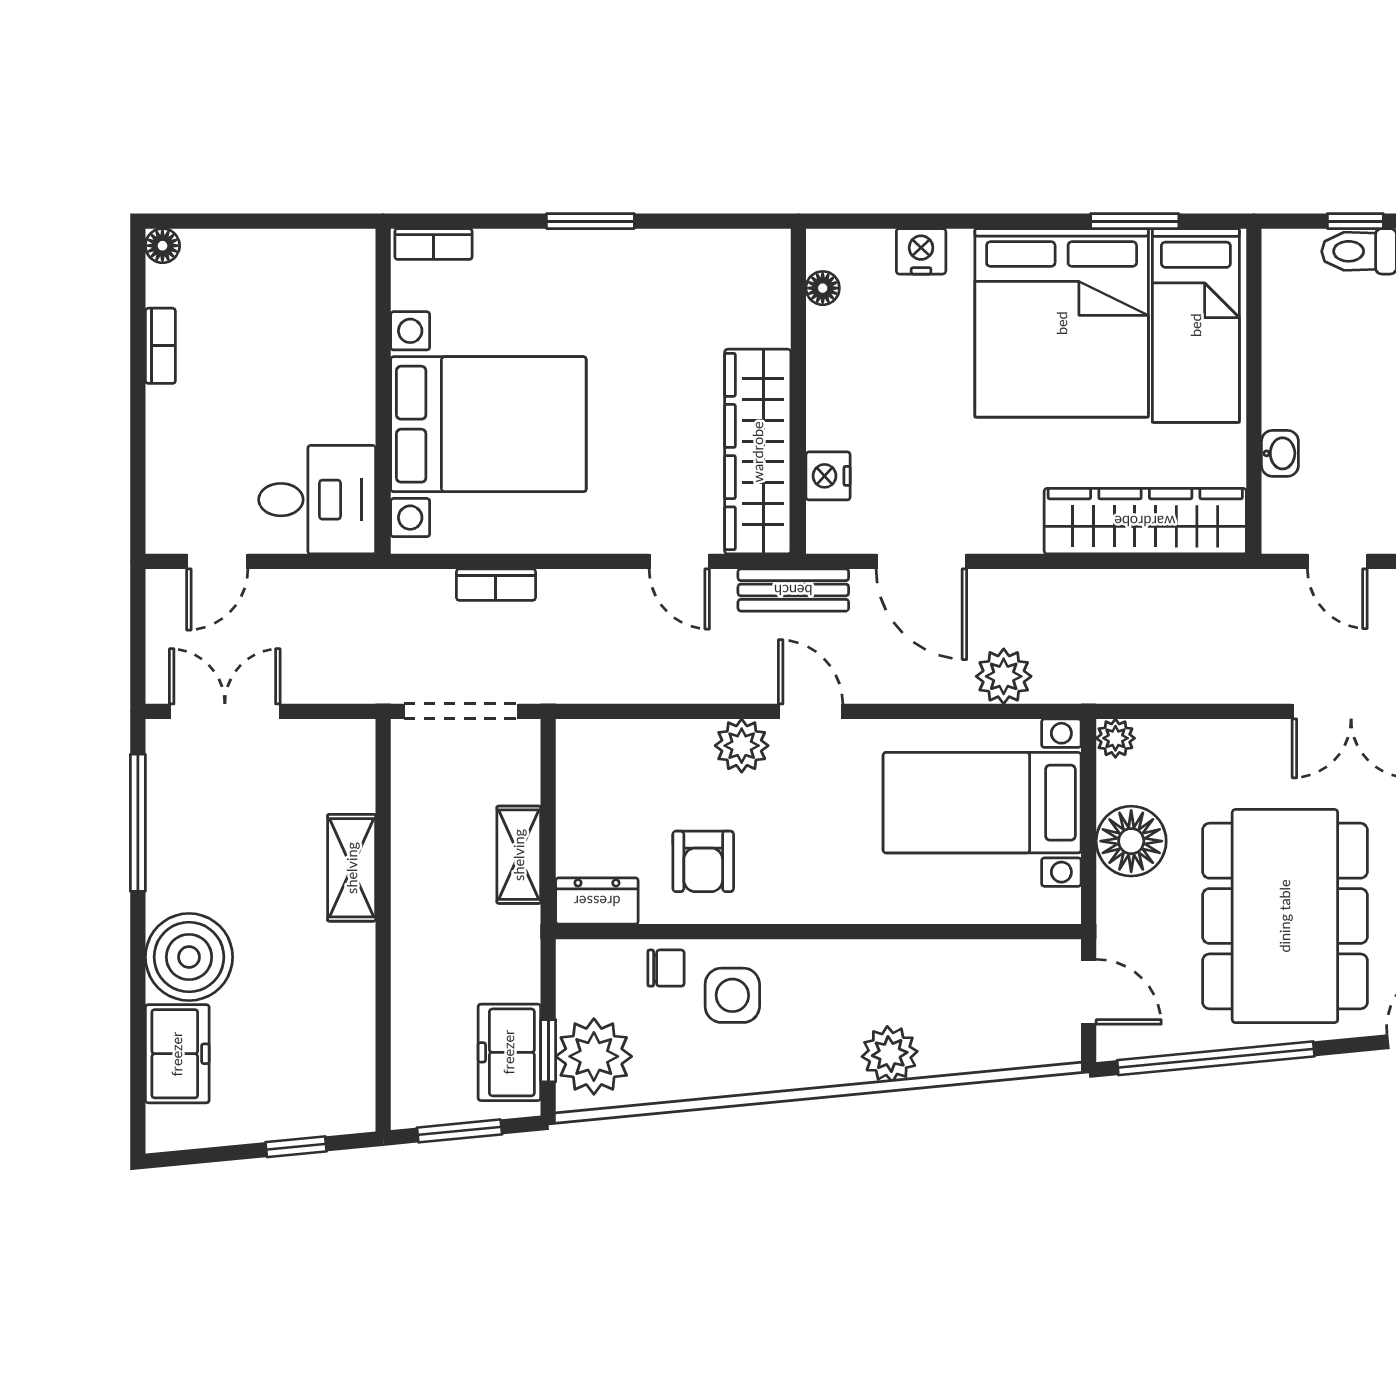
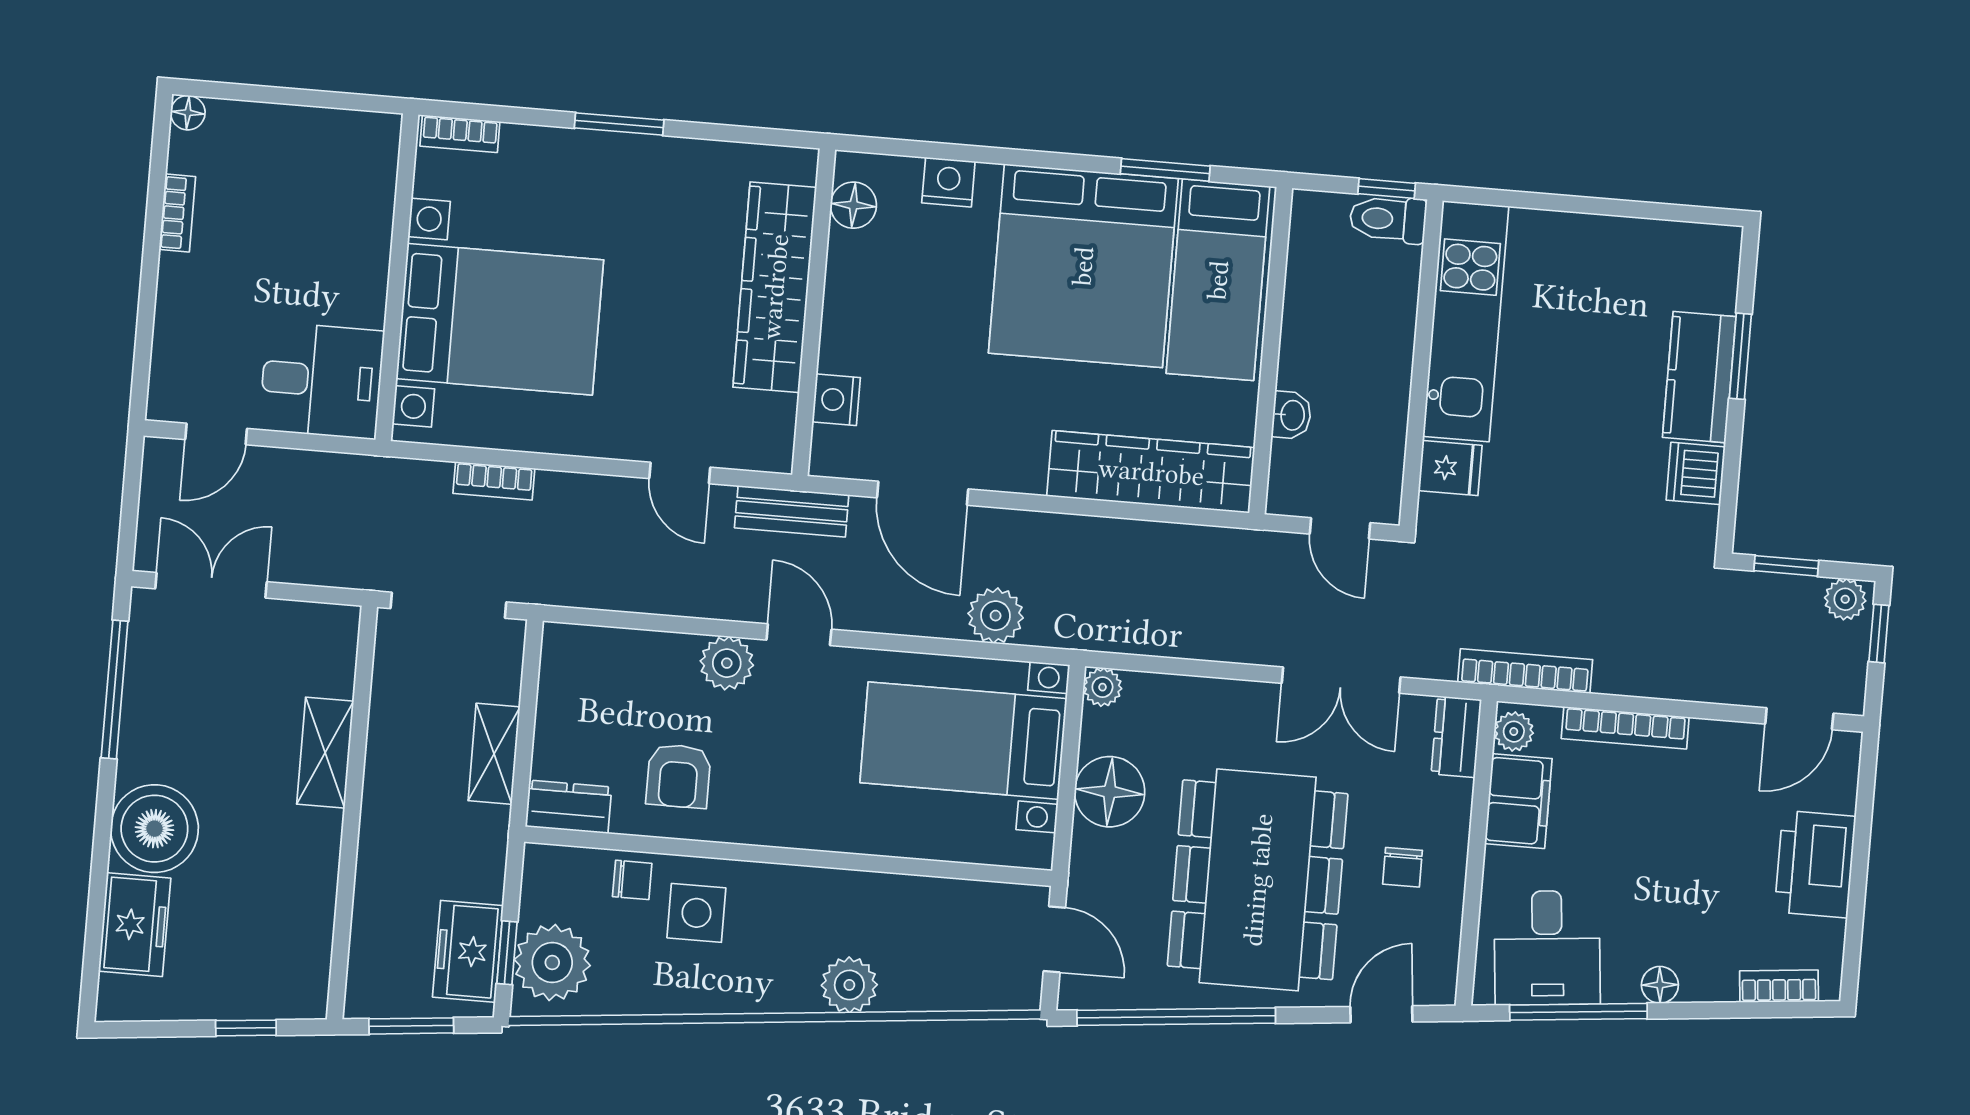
floor lamp: (823, 288) -> (853, 205), width x1.37, depth x1.37
wardrobe: (758, 452) -> (775, 287), moved

